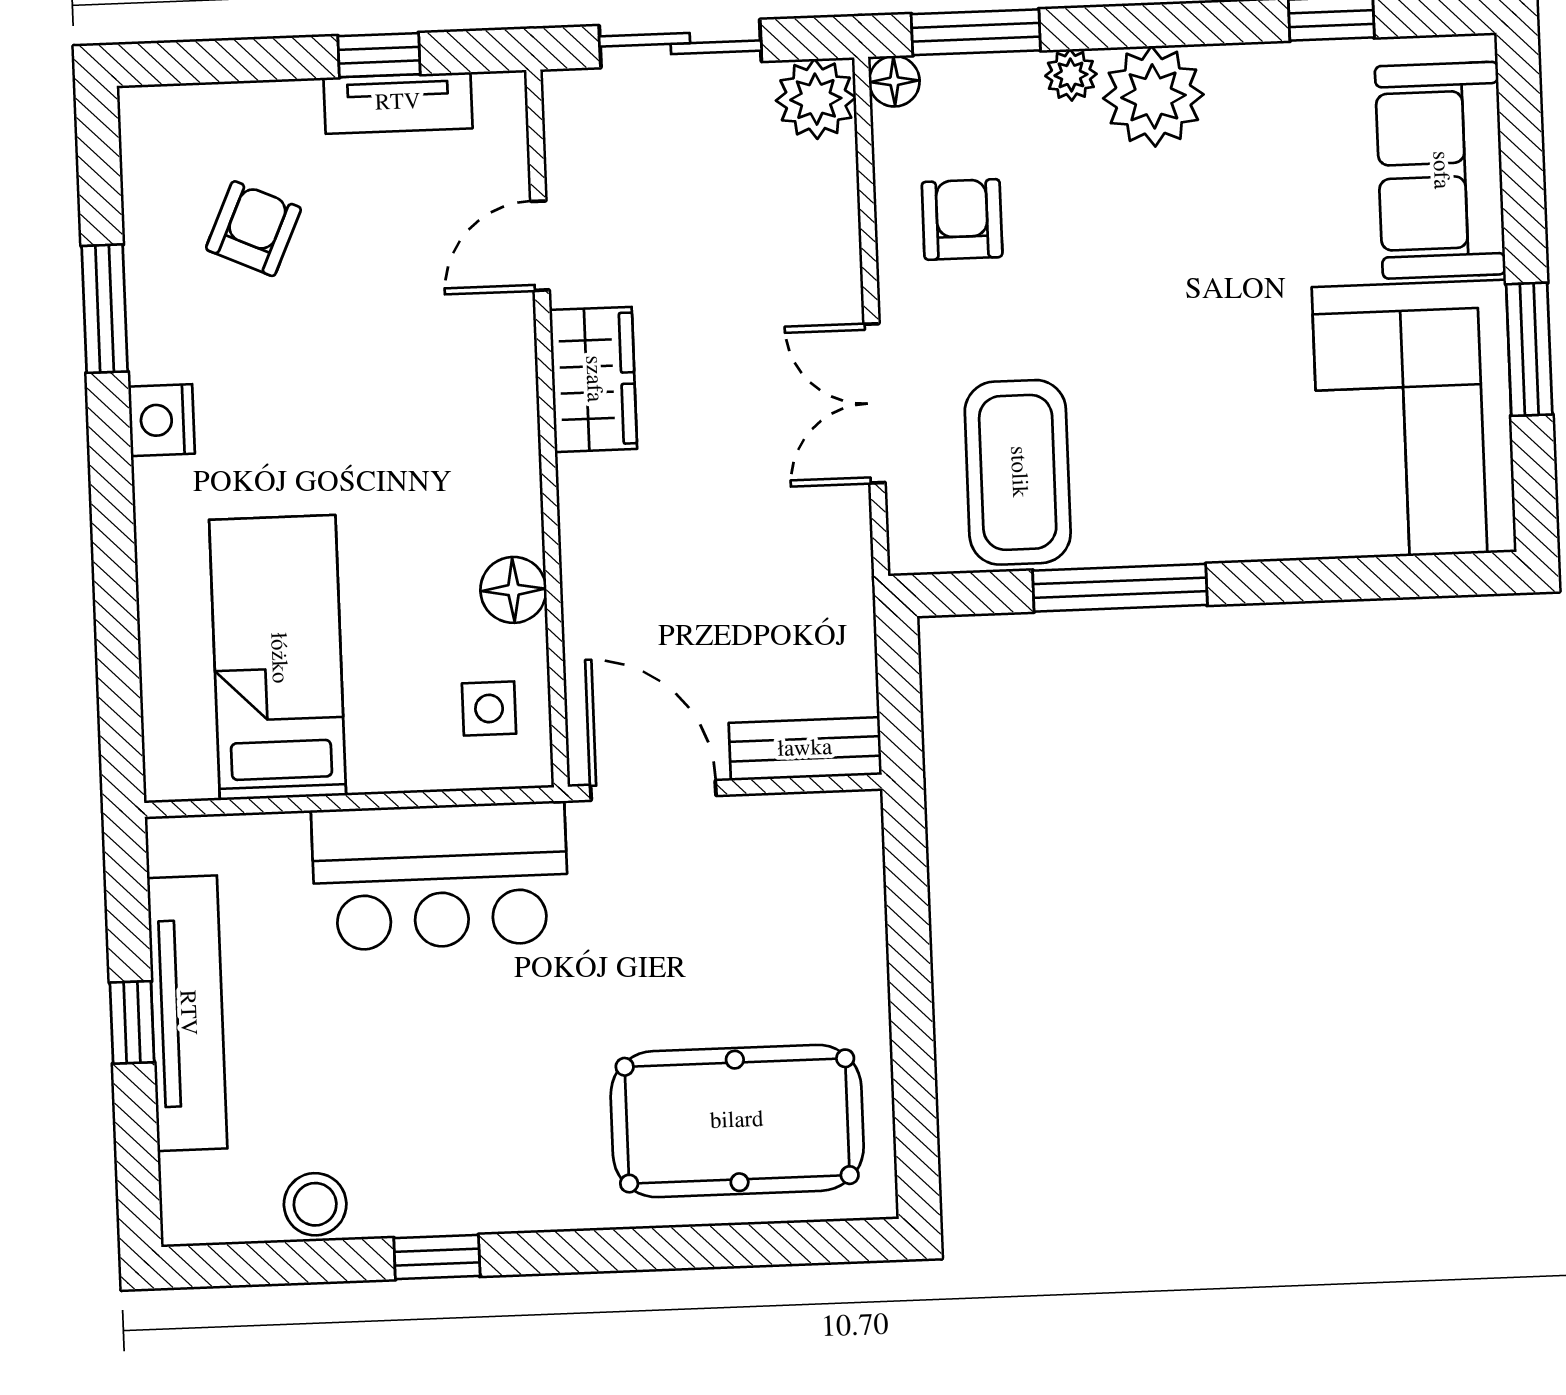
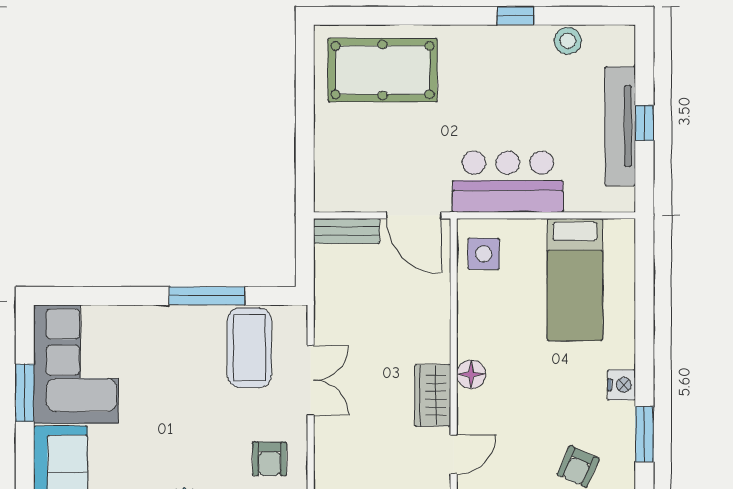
floor lamp: (513, 590) -> (471, 374), moved
side table: (489, 708) -> (484, 254), width x1.37, depth x1.37

